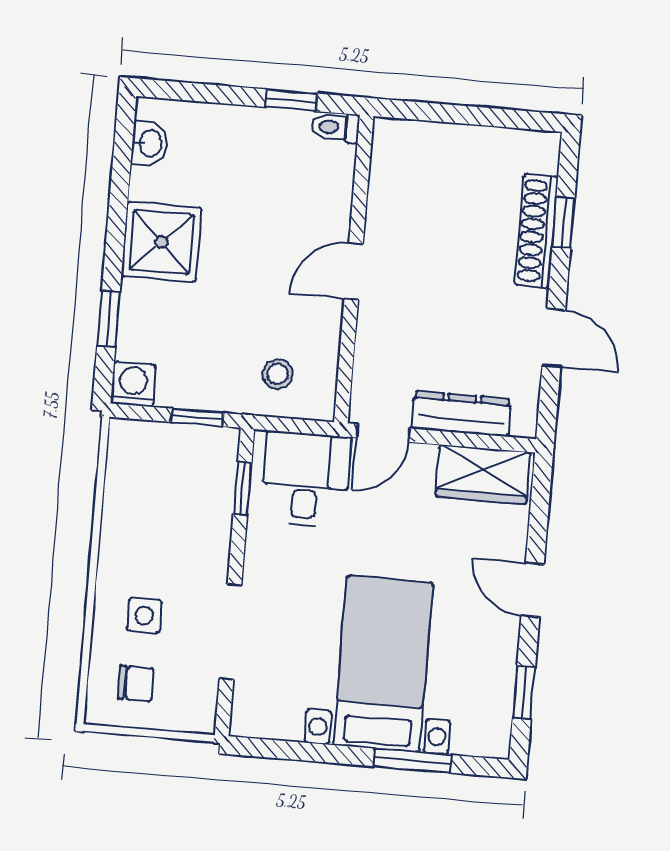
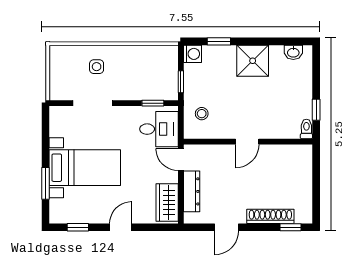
window: (563, 223) -> (290, 227), moved
door: (354, 271) -> (247, 142), swing flipped
chair: (136, 683) -> (68, 65), removed

